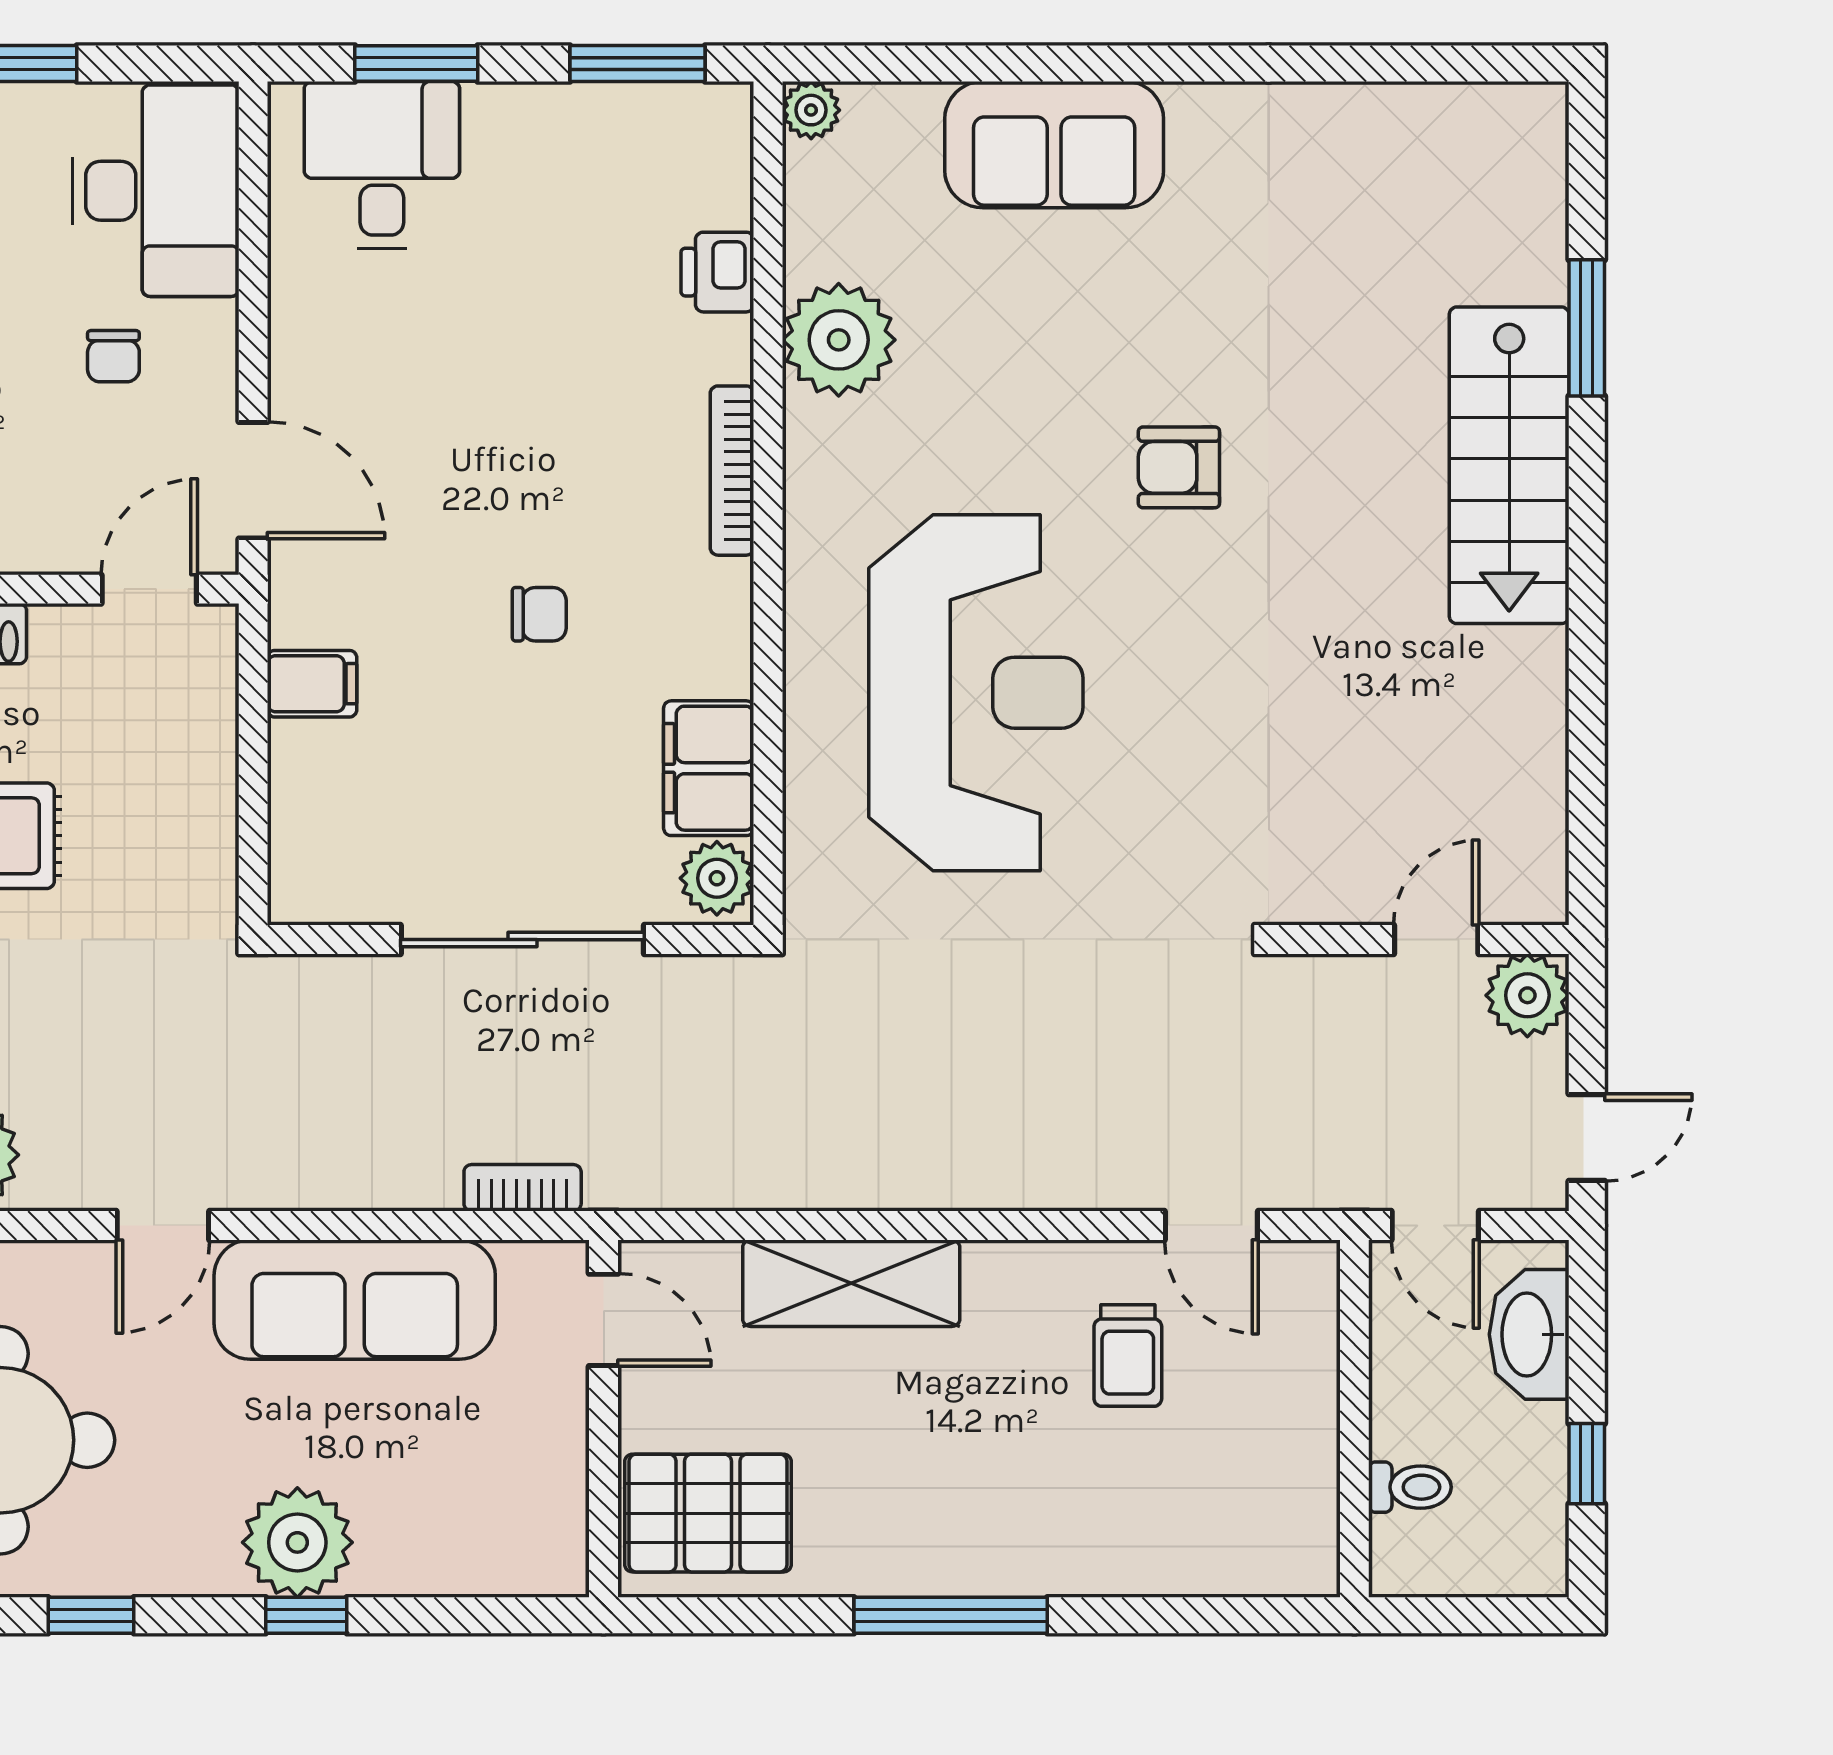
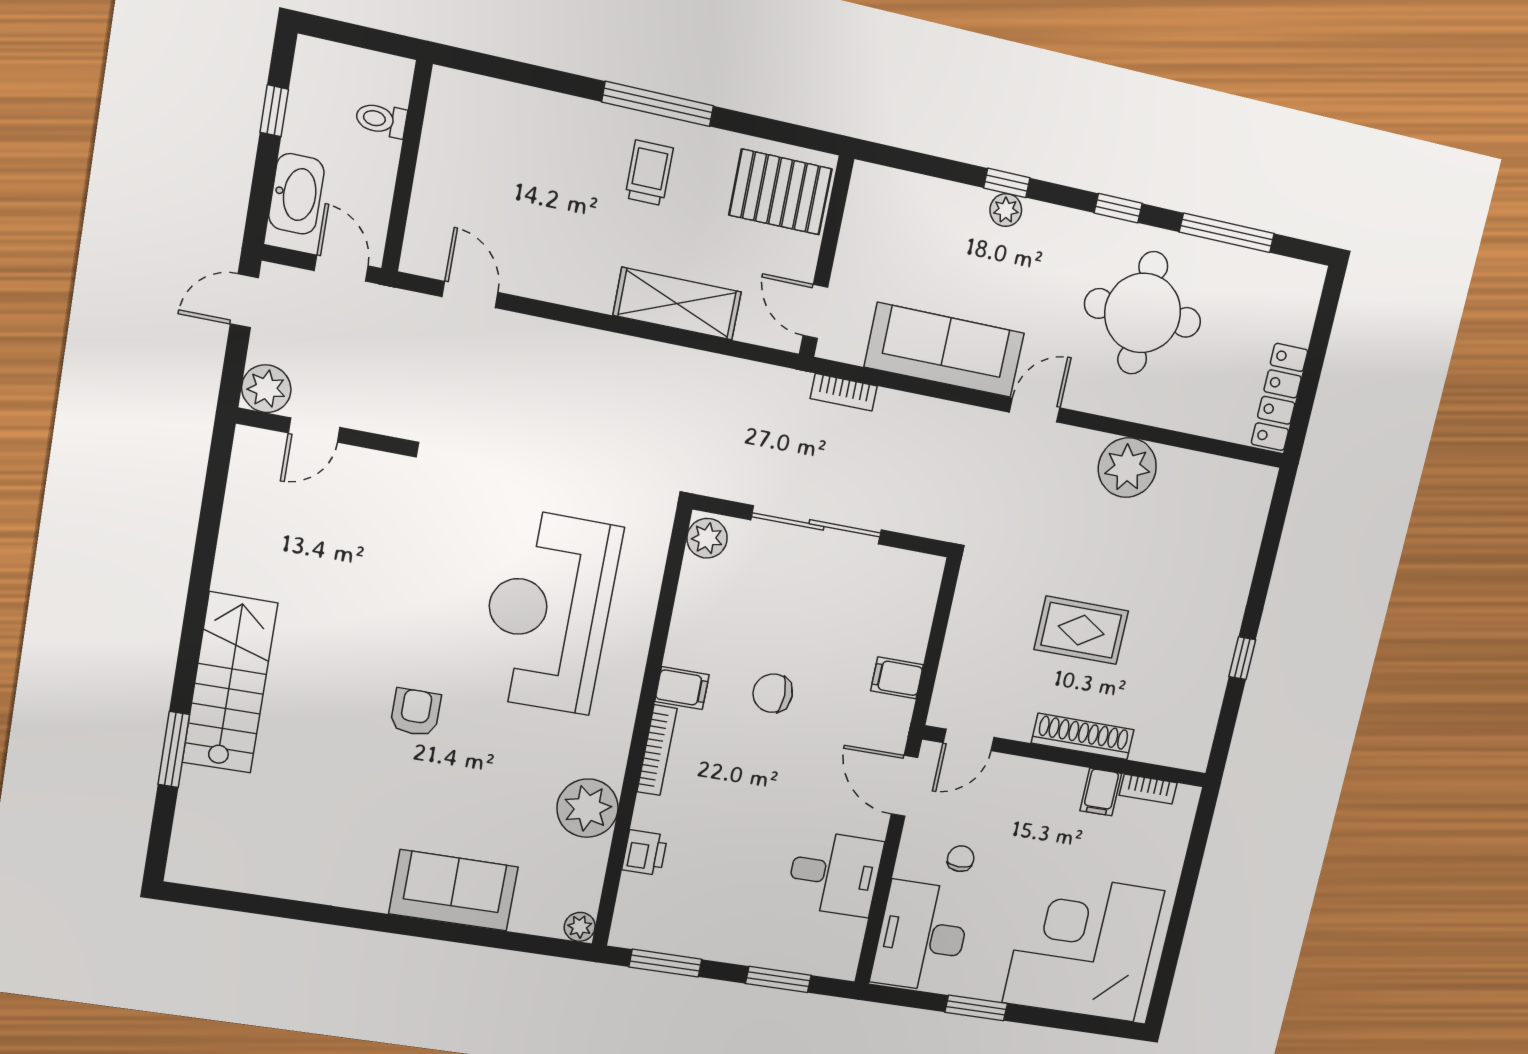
desk: (382, 165) -> (835, 873), moved, turned -90
armchair: (1179, 467) -> (416, 712), turned -90
chair: (539, 614) -> (773, 693), width x1.37, depth x1.37
filing cabinet: (709, 768) -> (682, 688), moved, width x0.50
trolley: (1128, 1356) -> (649, 173), moved
plant: (297, 1542) -> (1006, 210), width x0.53, depth x0.53

